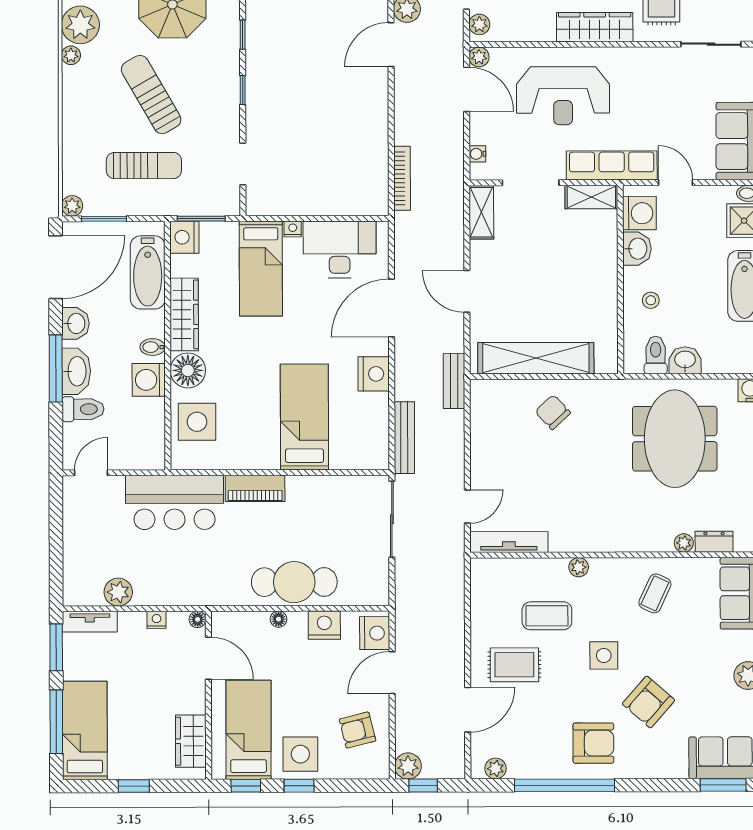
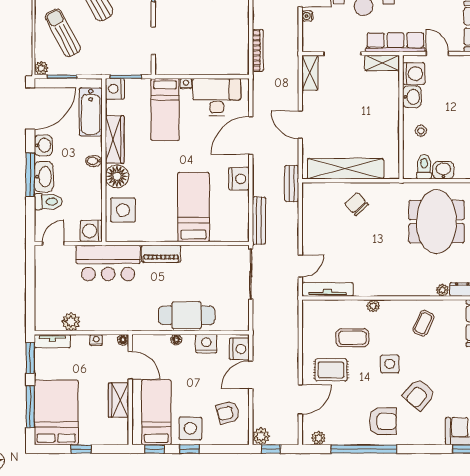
water cooler: (477, 154) -> (307, 16), moved
sun lounger: (144, 166) -> (63, 33), moved, turned -118
washing machine: (149, 380) -> (91, 231), moved
bed: (85, 730) -> (56, 413), width x1.50
wardrobe: (191, 741) -> (119, 400), moved

